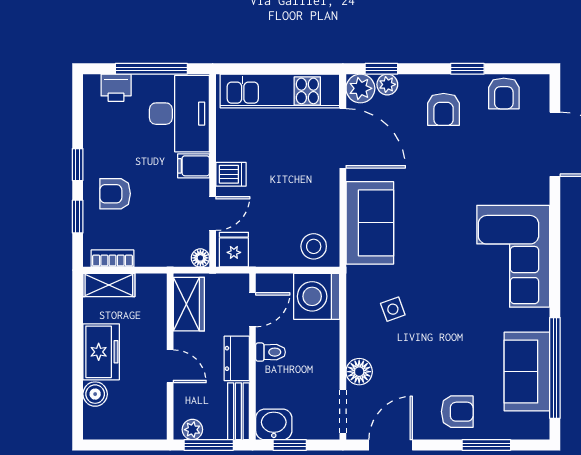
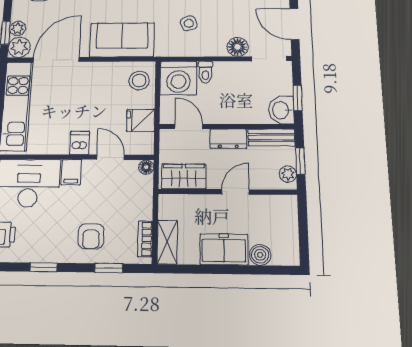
window: (78, 165) -> (44, 267), moved
fridge: (234, 250) -> (141, 120), moved
toilet: (271, 352) -> (205, 72), moved, turned 180
window: (209, 445) -> (300, 161), width x0.67

